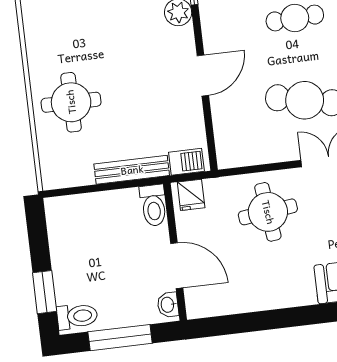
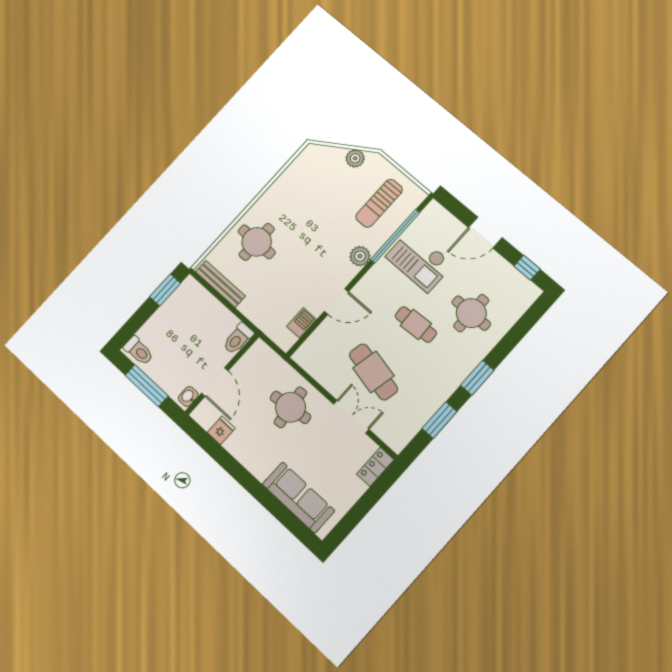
barbecue: (186, 162) -> (301, 323), moved, turned -90
bench: (132, 170) -> (220, 284), moved
fridge: (191, 195) -> (221, 430), moved, turned 180
window: (45, 292) -> (165, 290), moved

